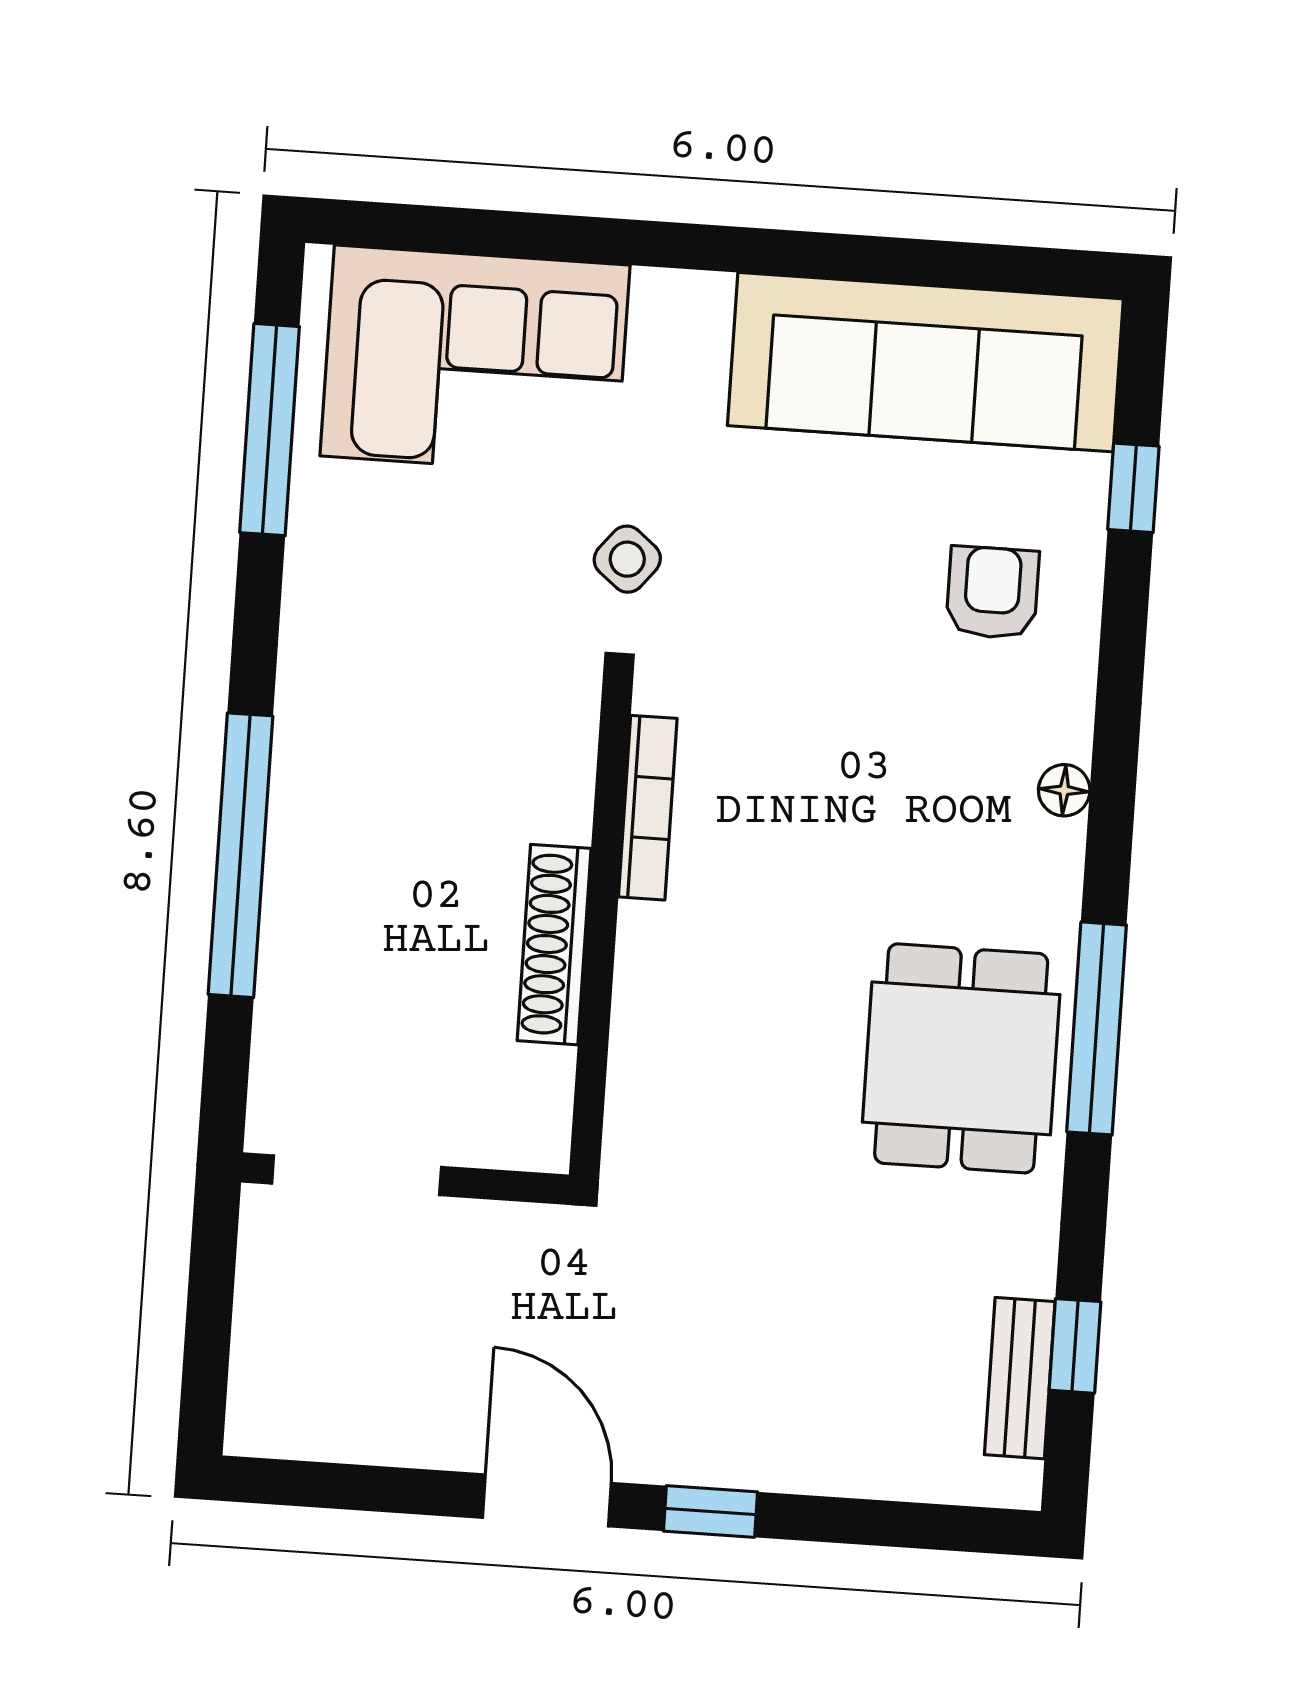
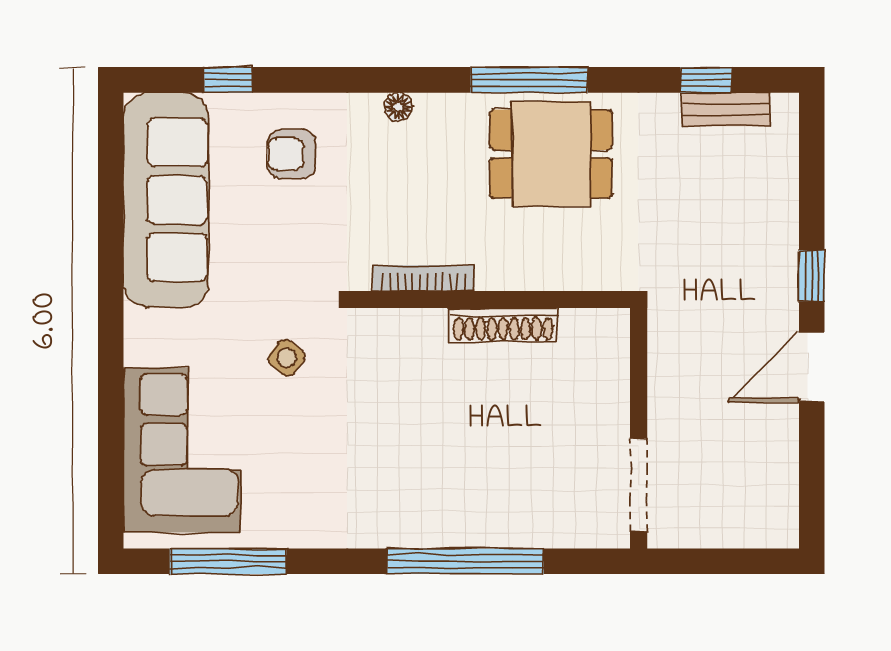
bookcase: (648, 808) -> (424, 278), moved
wall: (601, 929) -> (493, 299), moved
shoe rack: (554, 945) -> (503, 325), moved

